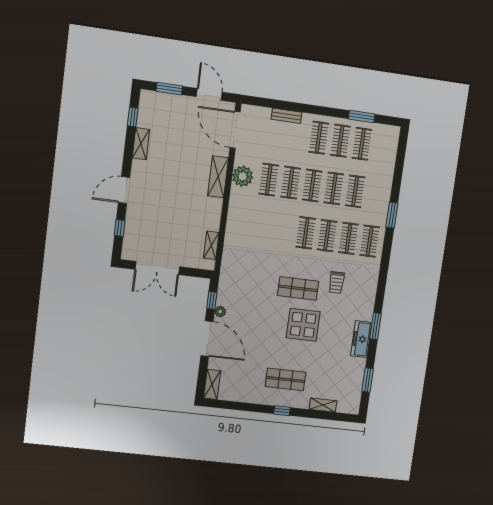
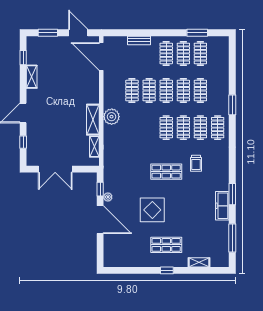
plant: (243, 176) -> (112, 117), moved
shelving: (218, 177) -> (93, 120), moved
display table: (303, 325) -> (152, 210), moved
window: (368, 380) -> (232, 238), width x1.44
shelving: (212, 384) -> (109, 255), removed

